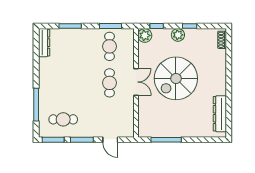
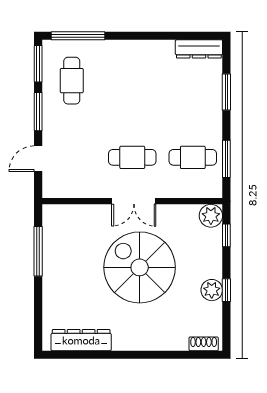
plant: (178, 35) -> (212, 290), moved
window: (36, 105) -> (78, 36), moved

